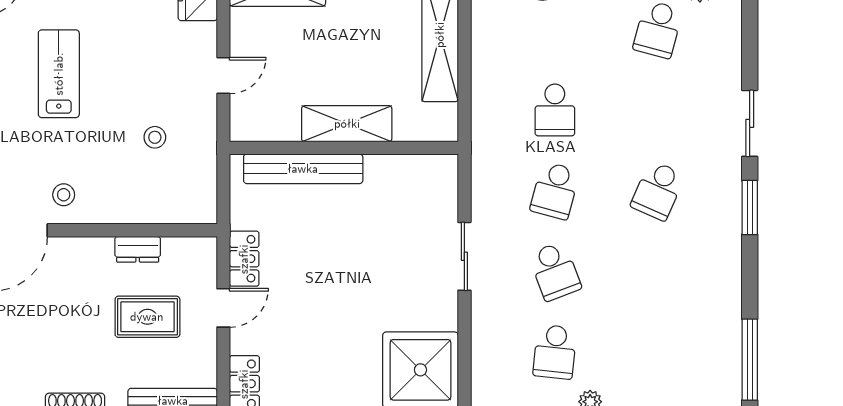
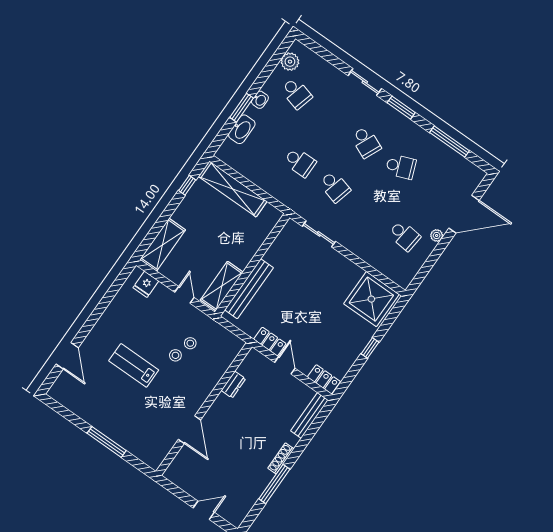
shelving: (347, 124) -> (222, 286), moved
stool: (64, 195) -> (175, 355), moved
sliding door: (464, 256) -> (319, 234), moved
school desk: (555, 271) -> (401, 167), moved
rug: (147, 317) -> (266, 401), removed
window: (750, 360) -> (449, 142), moved

